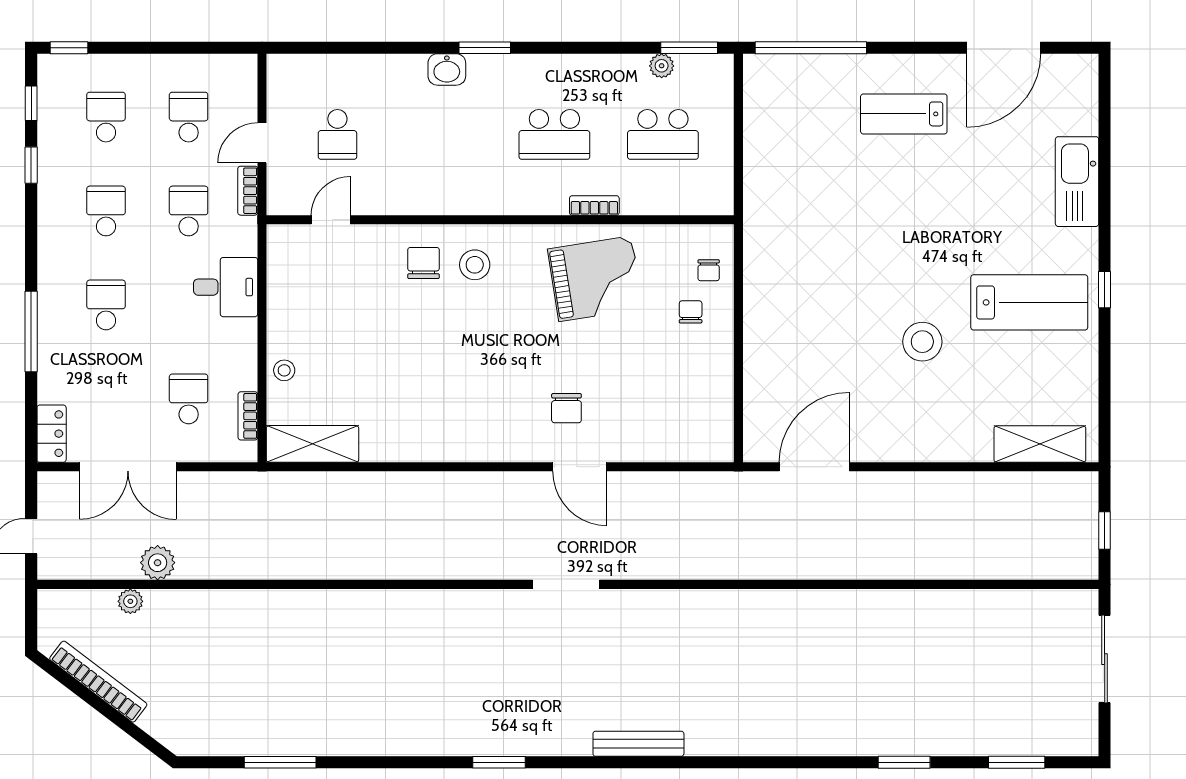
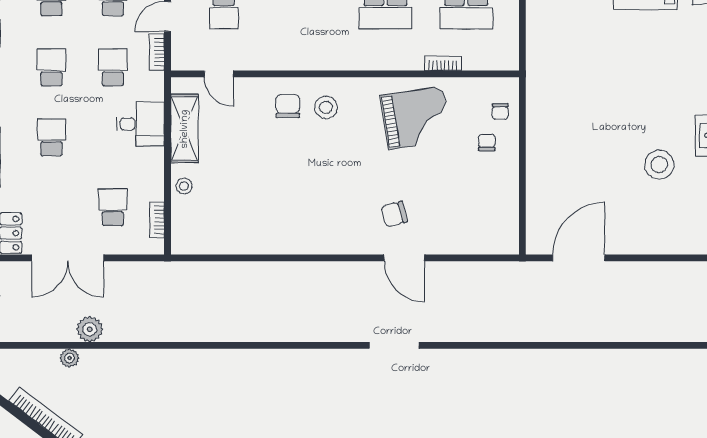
bookcase: (594, 205) -> (443, 63), moved
door: (331, 220) -> (219, 74), swing flipped
chair: (566, 408) -> (394, 214), turned 75
shelving: (312, 444) -> (185, 129), moved, turned 90

